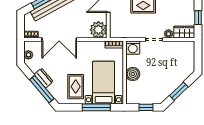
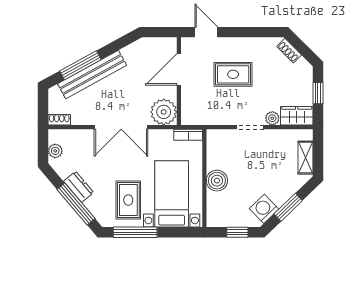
double door: (59, 39) -> (121, 127), moved
washing machine: (133, 48) -> (264, 209), moved, turned 136
shelving: (190, 59) -> (305, 158), added
window: (96, 107) -> (135, 232), moved

